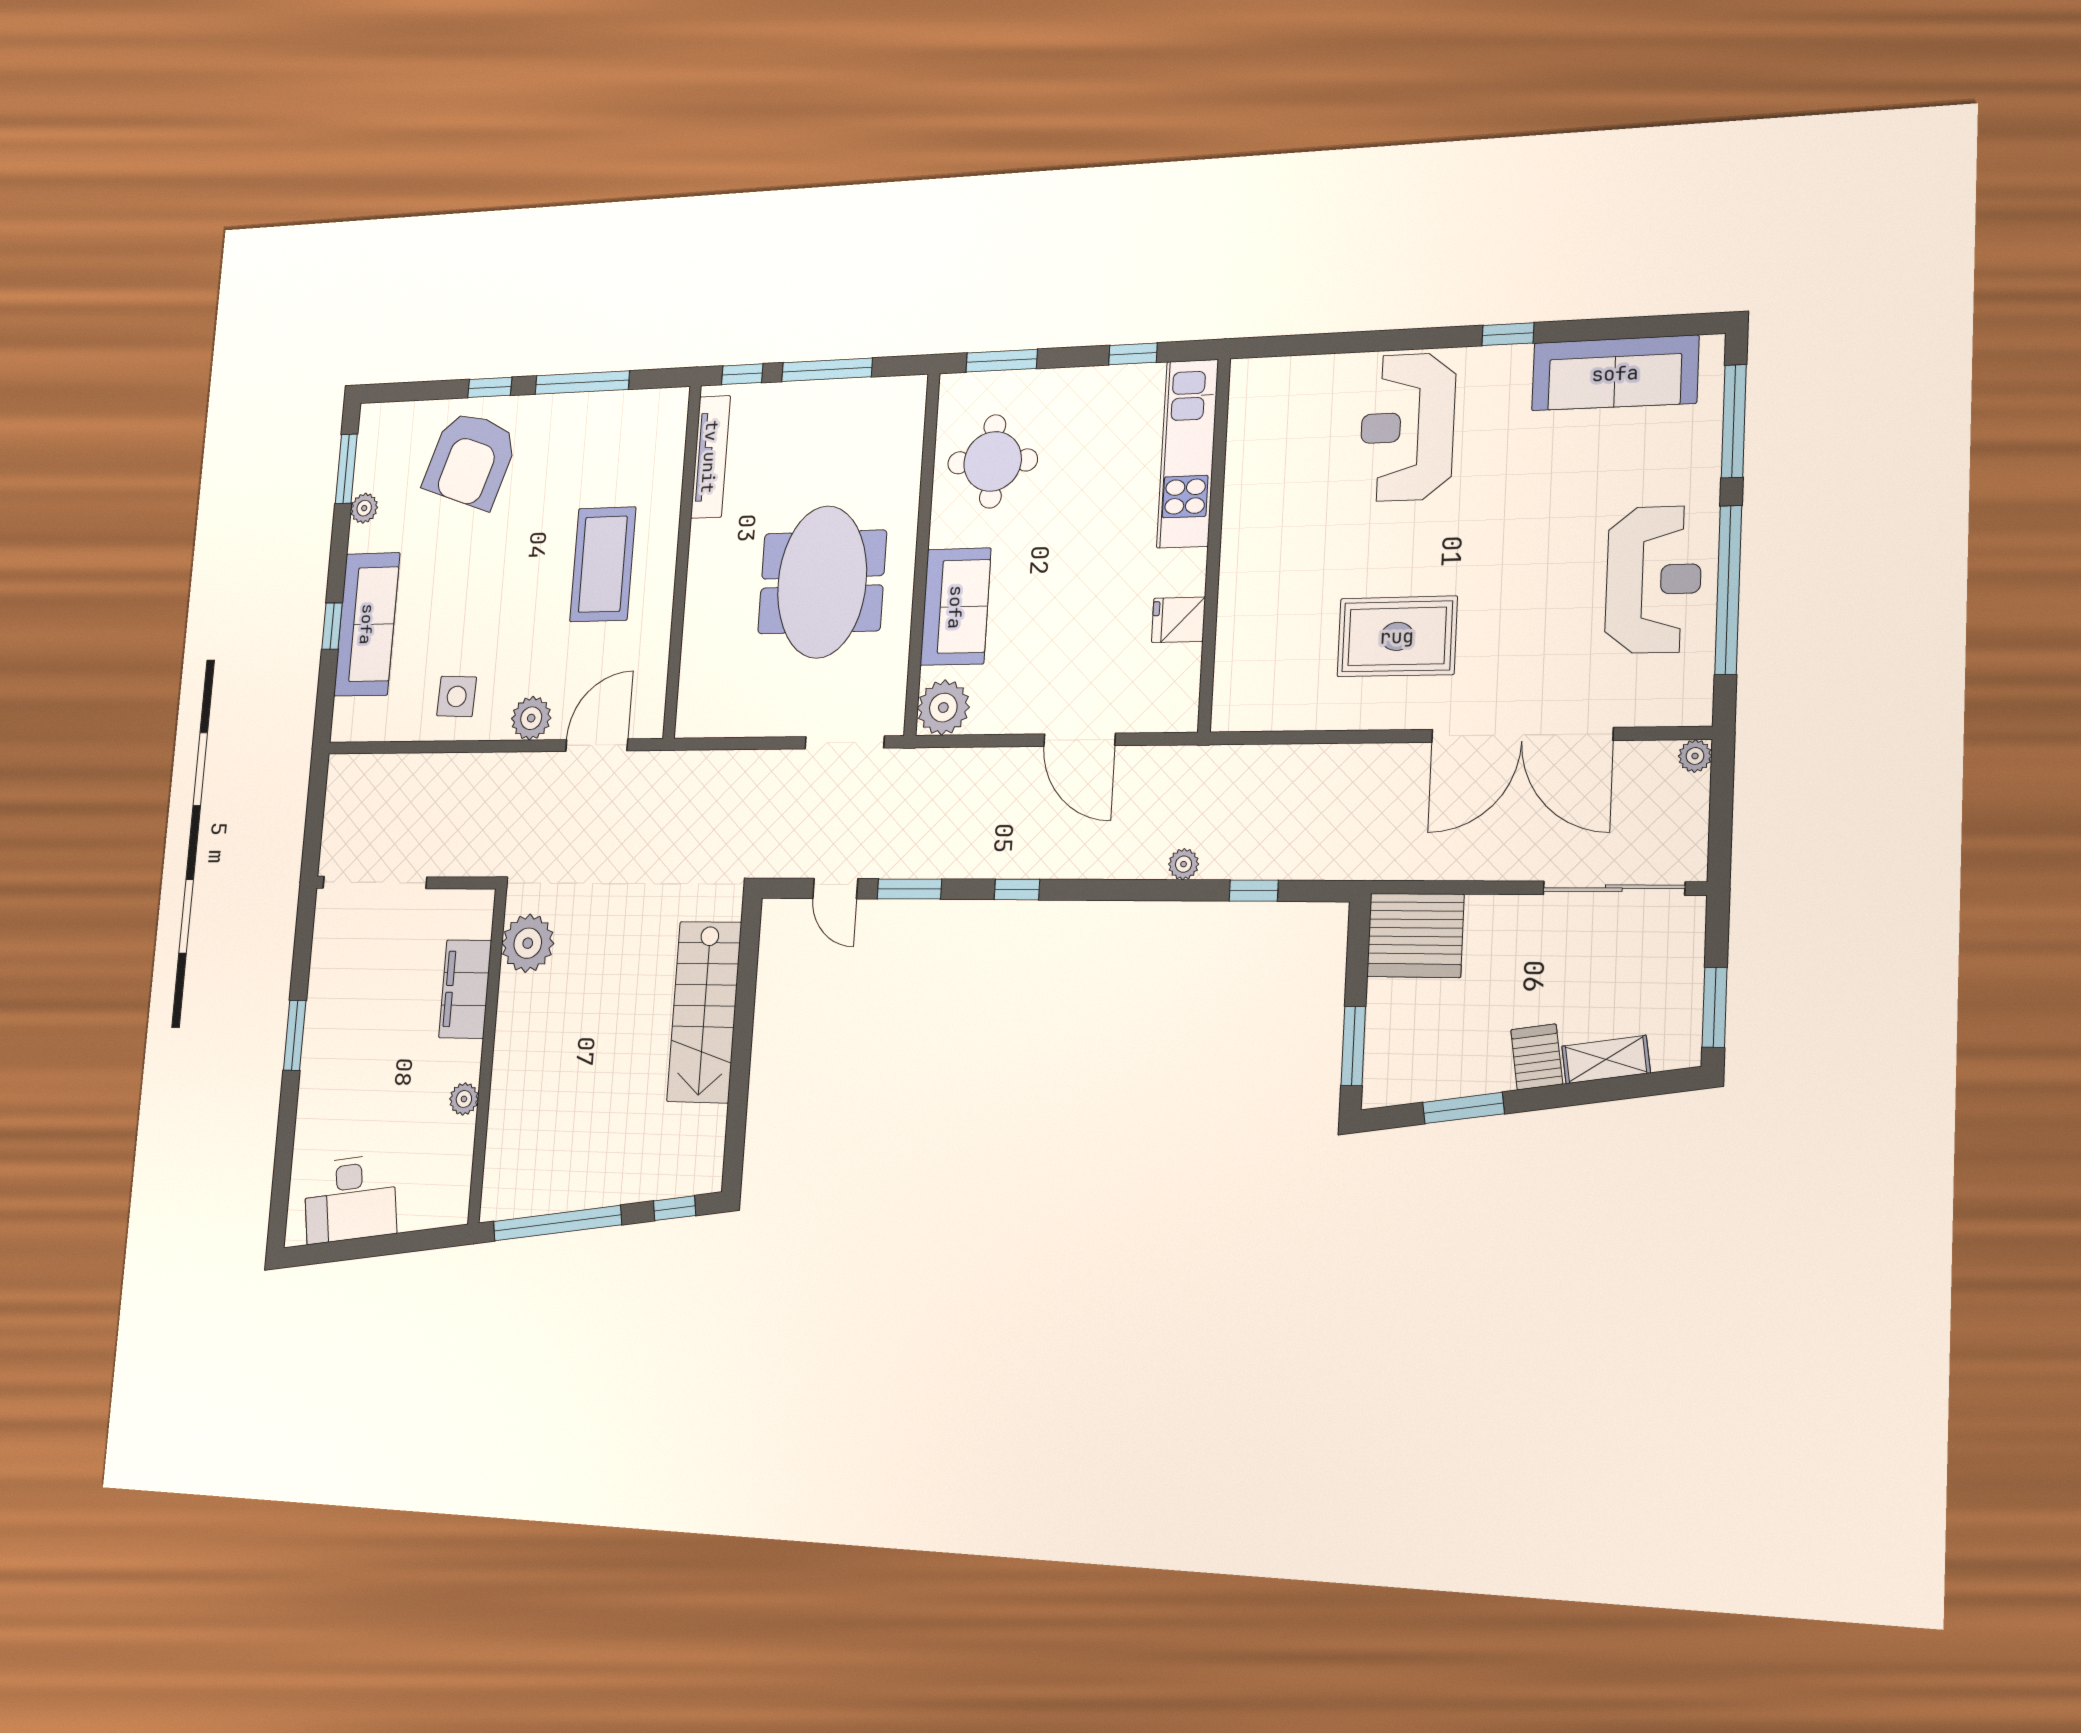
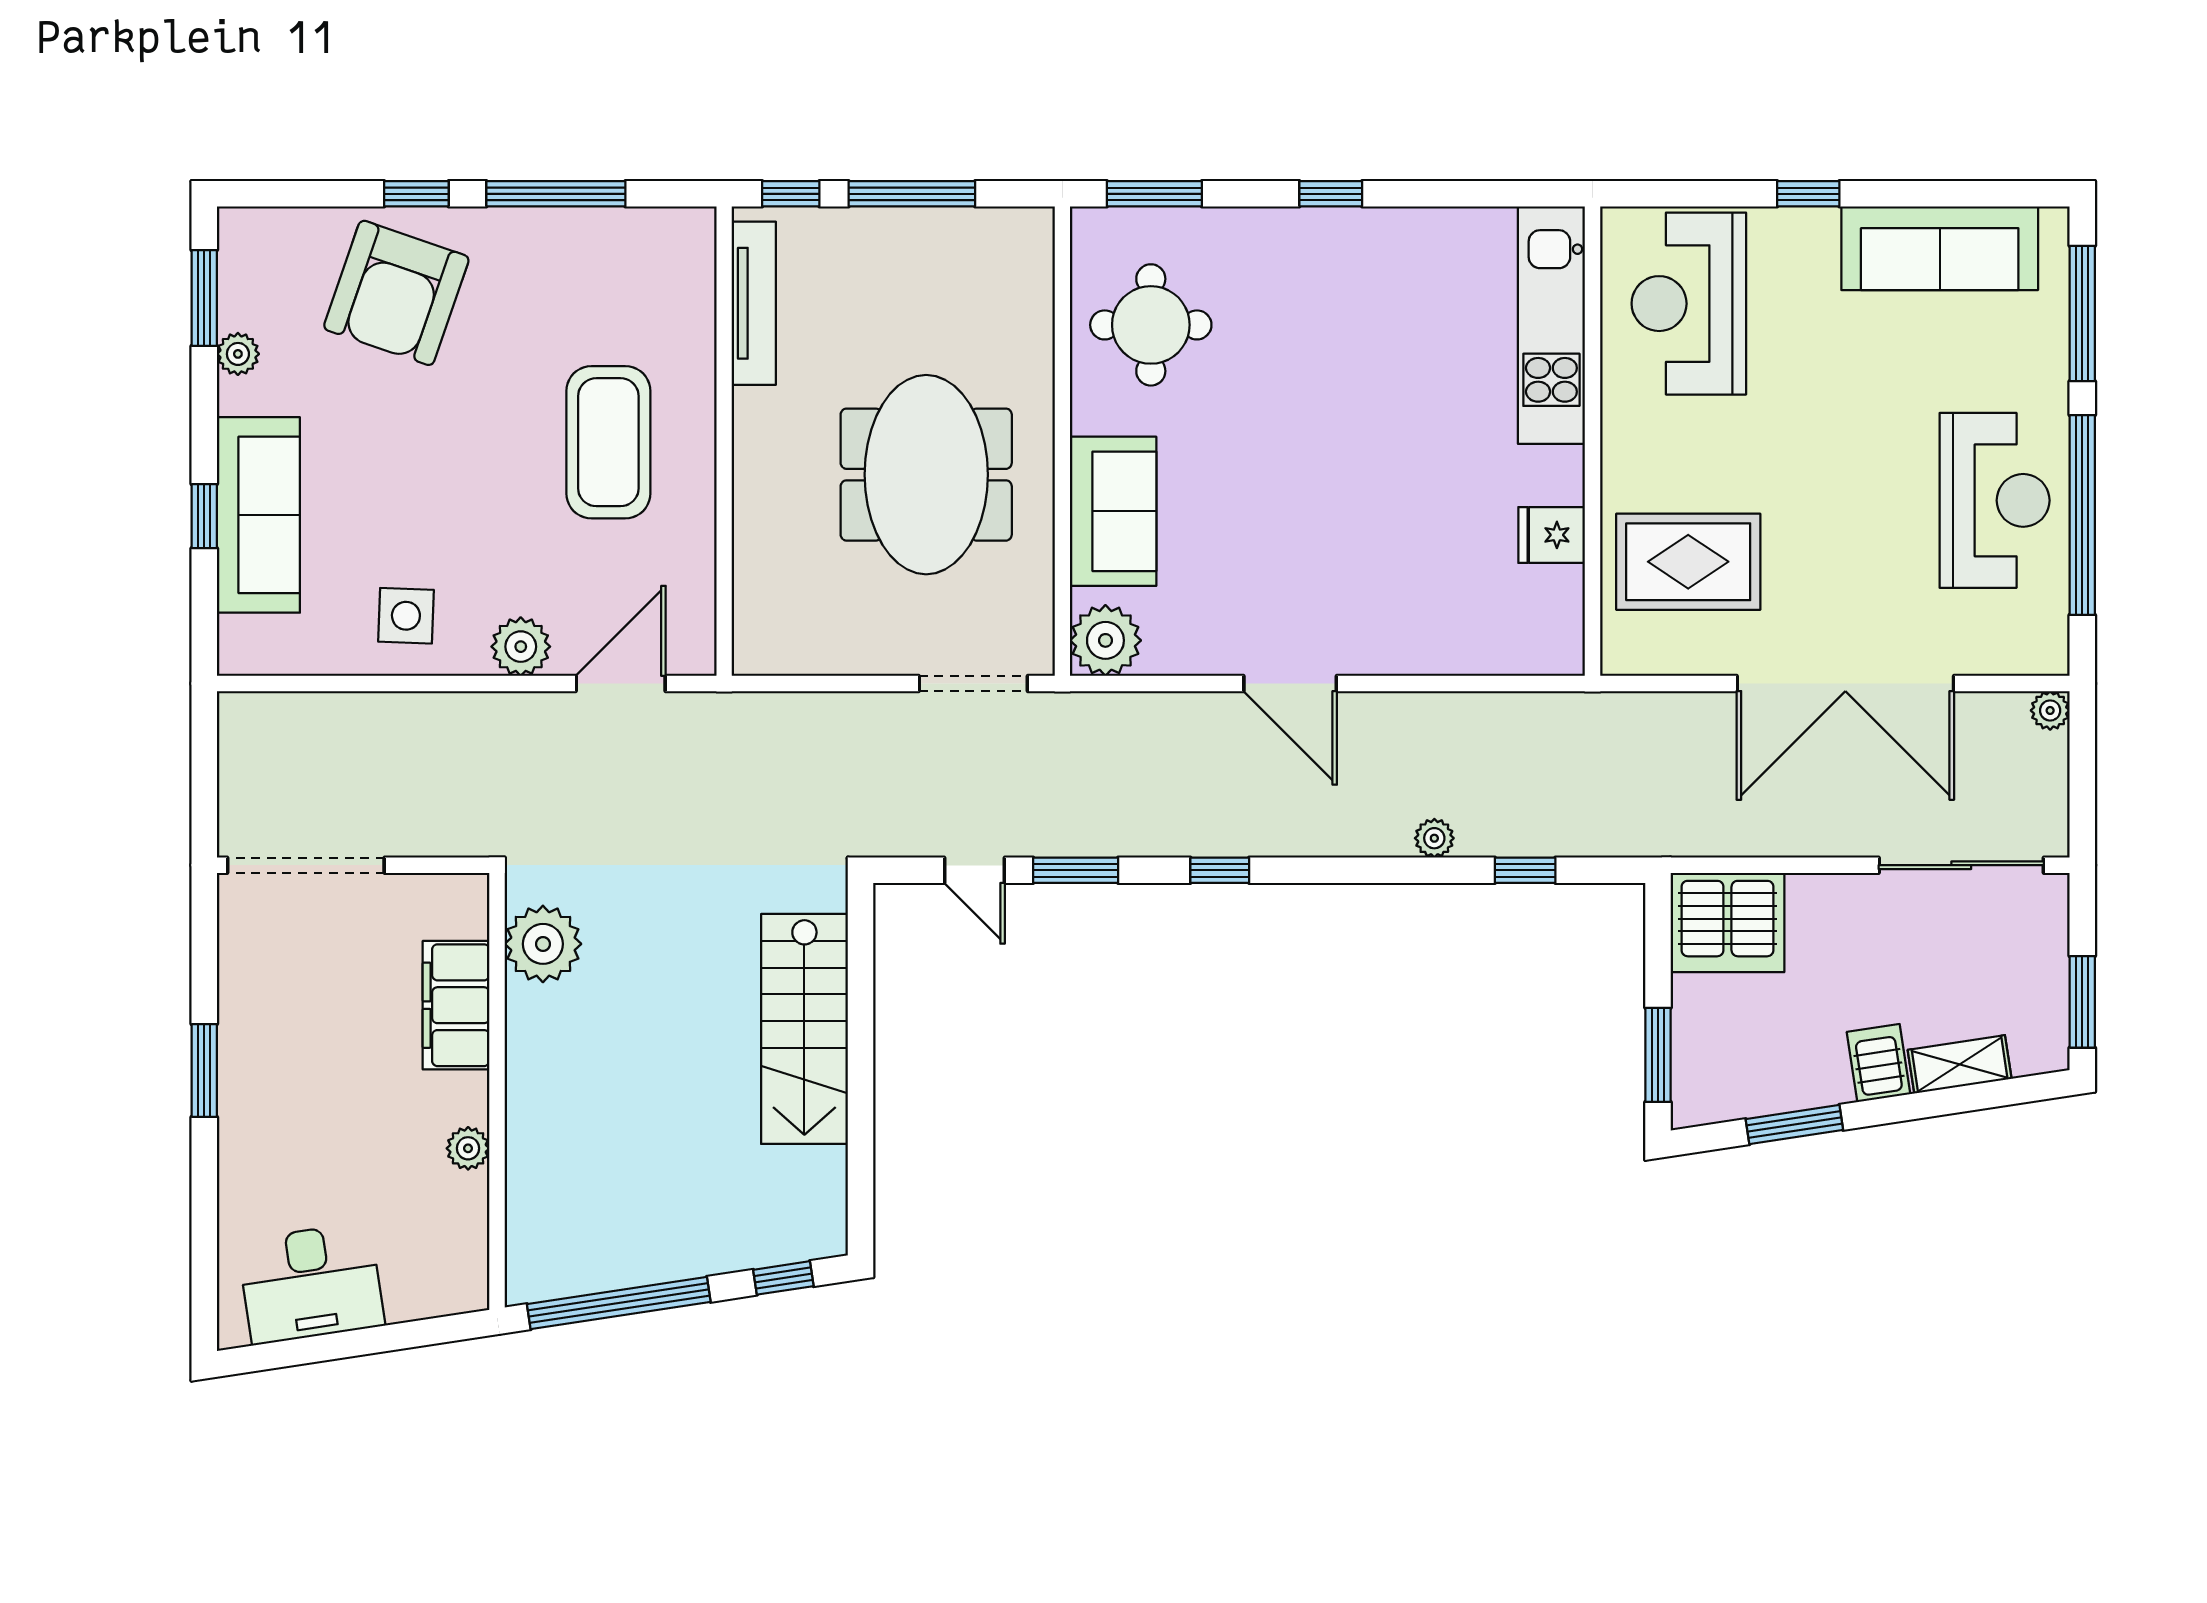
kitchen unit: (1188, 454) -> (1551, 325), moved
wall: (1214, 544) -> (1592, 441), moved
fridge: (1178, 620) -> (1552, 535), moved

